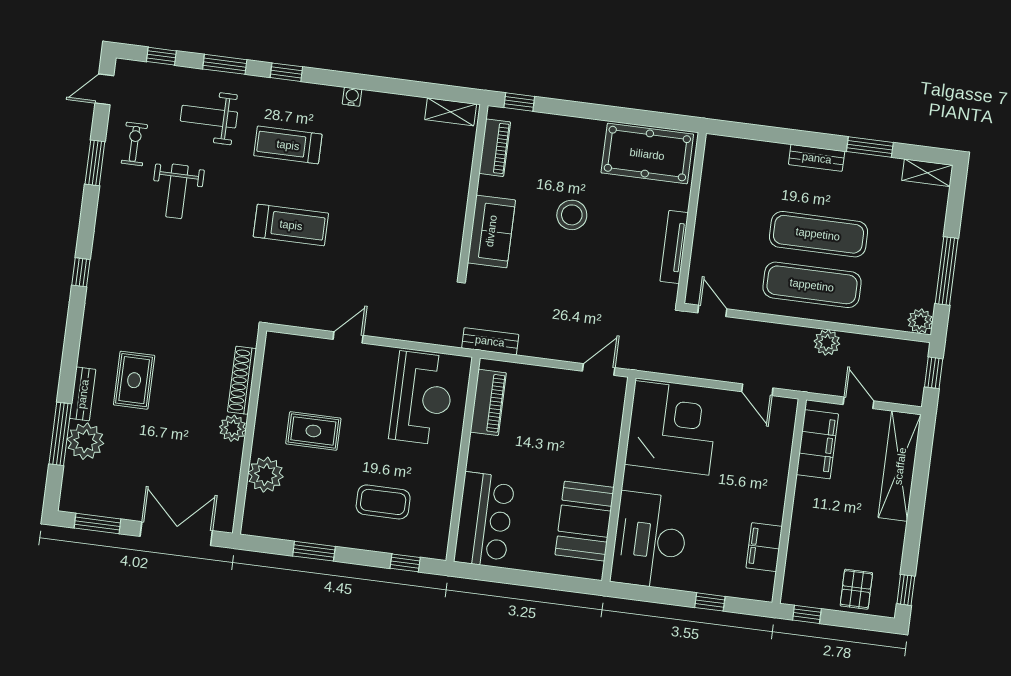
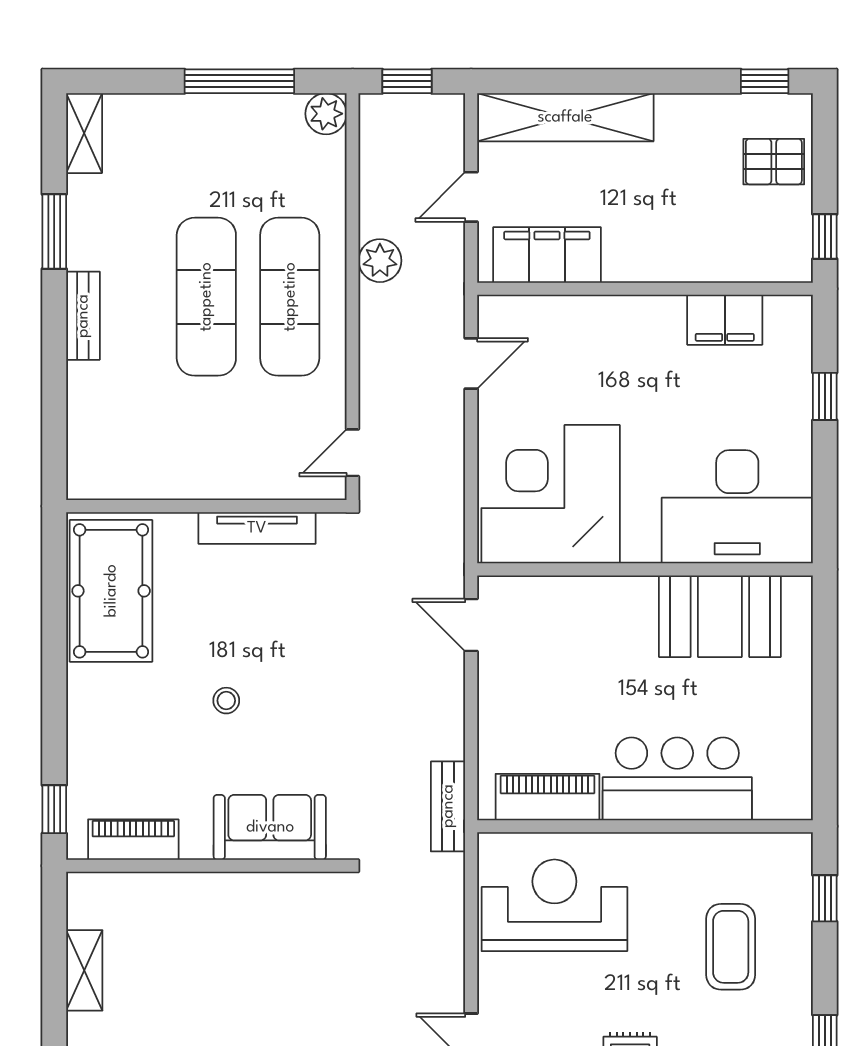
shelving: (451, 112) -> (84, 970), moved
stool: (572, 215) -> (226, 701), width x0.53, depth x0.53
bar counter: (484, 520) -> (677, 779), moved

